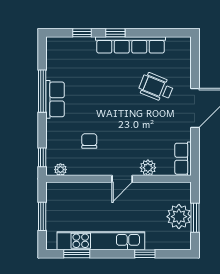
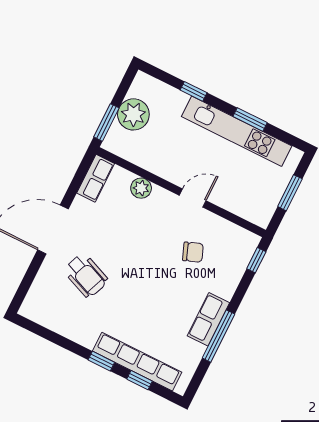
row of seats: (131, 45) -> (137, 362), moved
chair: (89, 141) -> (193, 252), turned -111
plant: (60, 170) -> (242, 236), removed
door: (122, 179) -> (193, 198), moved
window: (195, 218) -> (106, 122), moved
window: (77, 254) -> (250, 119), moved

